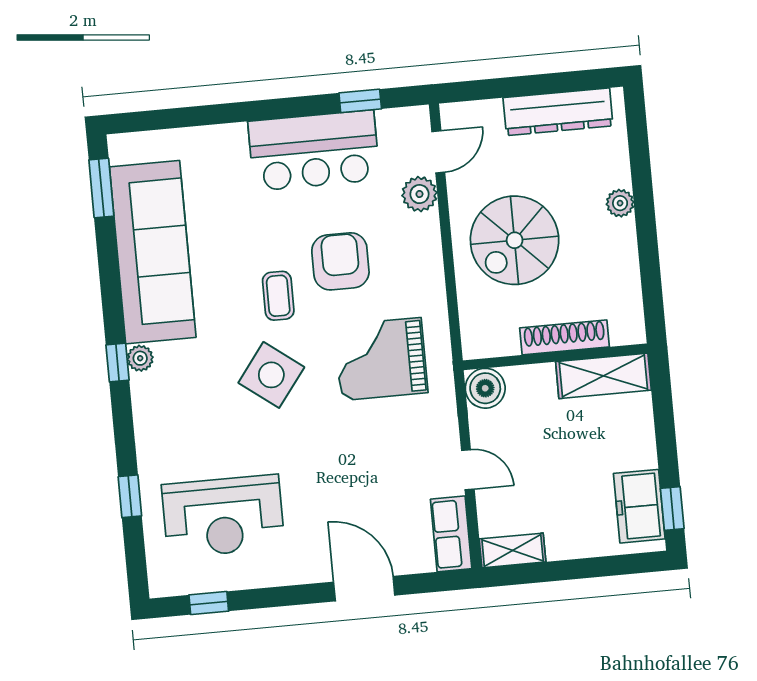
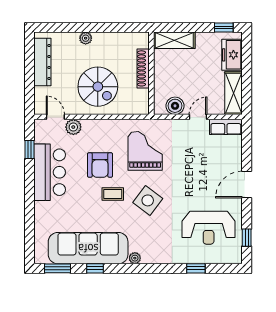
armchair: (340, 261) -> (100, 165), turned -90
grand piano: (381, 359) -> (145, 151), turned 180
window: (118, 363) -> (95, 268), moved
shelving: (603, 376) -> (174, 40), moved, turned 90
boiler: (485, 388) -> (175, 106), moved
freezer: (639, 506) -> (232, 55), moved, turned 90
reception desk: (223, 516) -> (209, 228), turned 90
shelving: (513, 550) -> (234, 93), width x1.50, depth x1.33
door: (364, 589) -> (247, 185), moved

